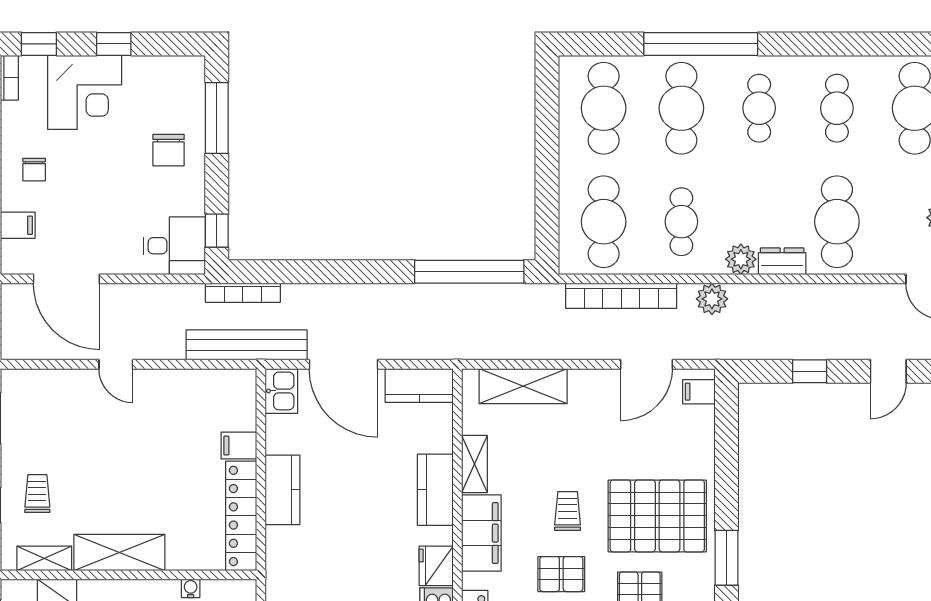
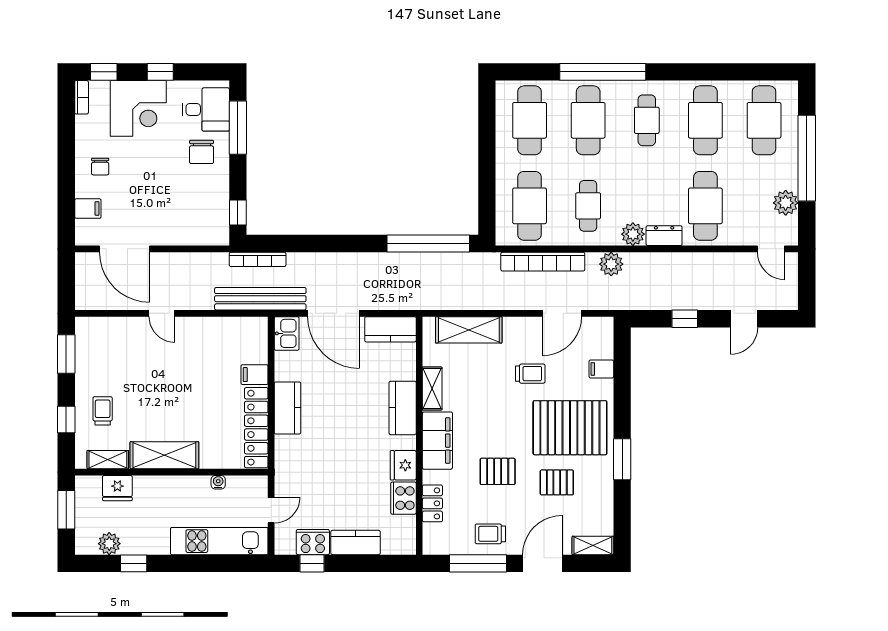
cafe table: (837, 108) -> (705, 120), width x1.37, depth x1.35
desk: (174, 246) -> (206, 109), moved
filing cabinet: (699, 392) -> (601, 369), moved
trolley: (568, 511) -> (530, 374), moved, turned 90

